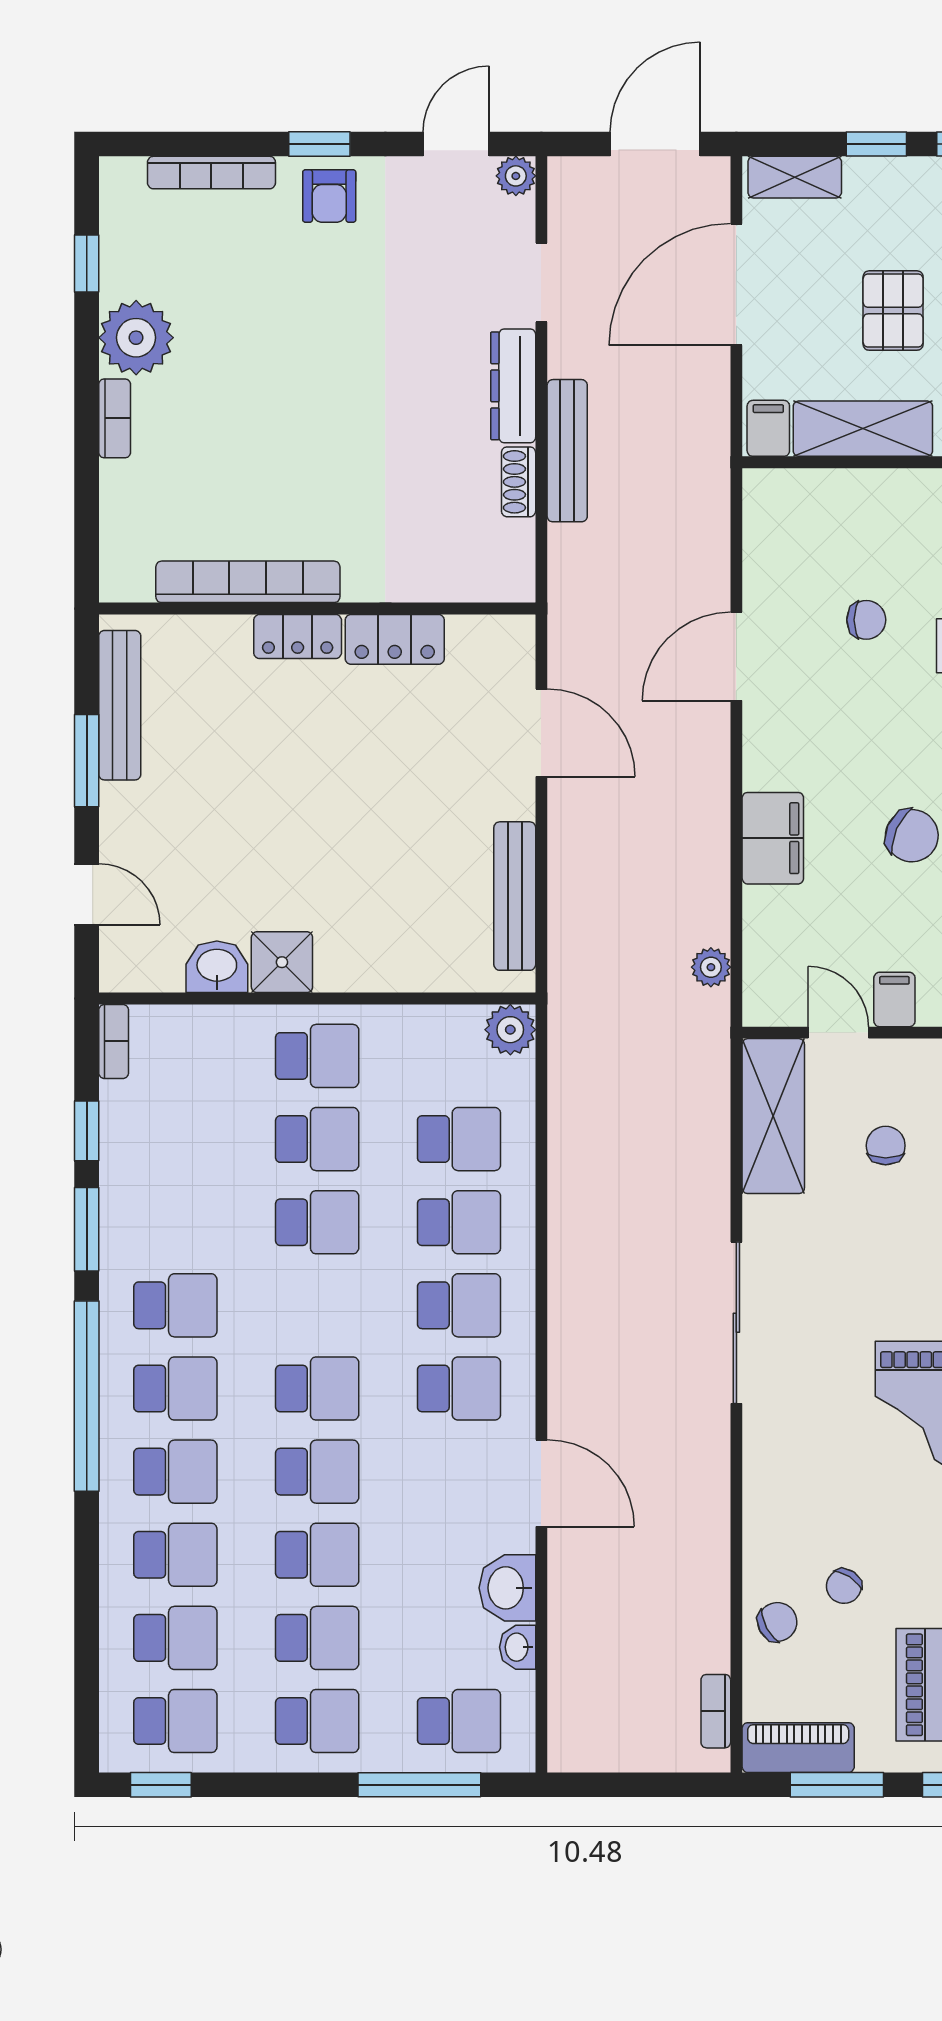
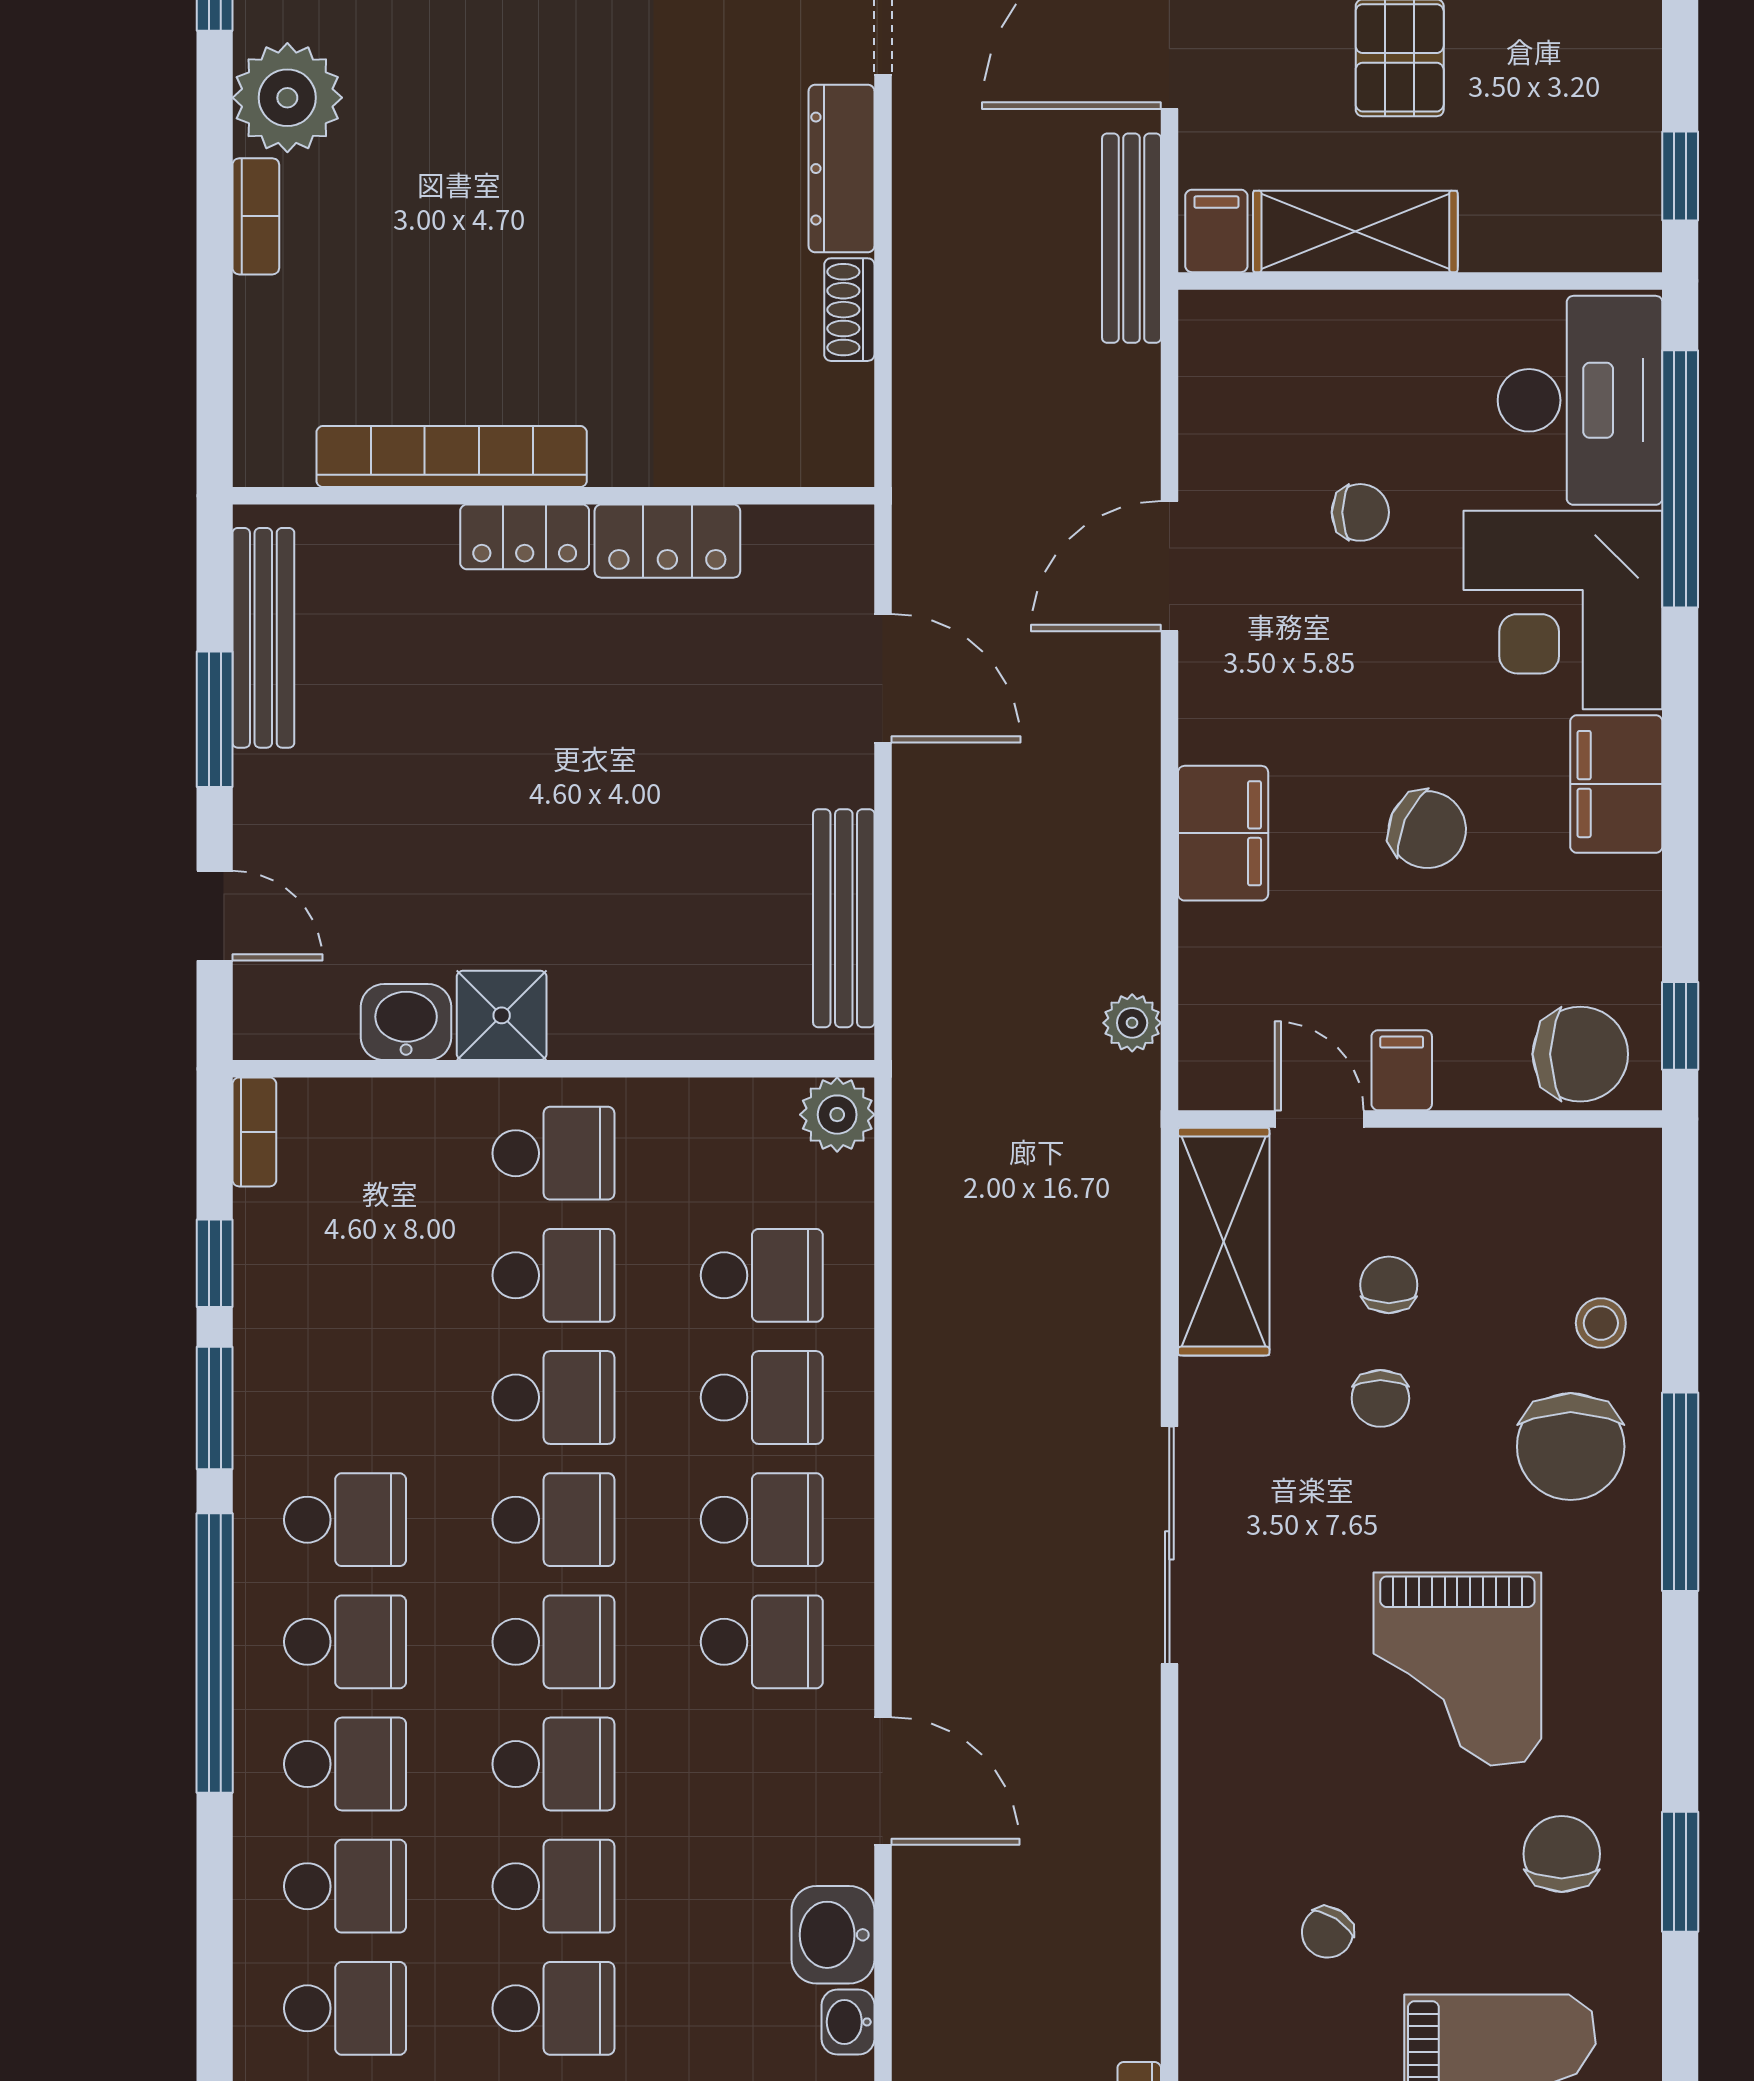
bench: (567, 451) -> (1132, 238), moved
school desk: (317, 1305) -> (553, 1520), added
chair: (777, 1622) -> (1380, 1398), moved, turned 118

